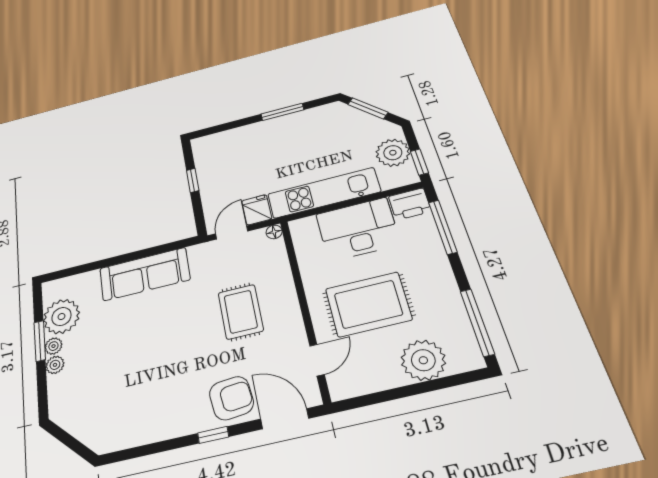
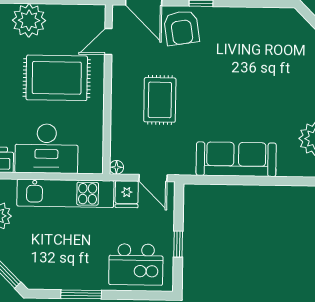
kitchen island: (232, 151) -> (136, 264), added
door: (232, 232) -> (153, 178), hinge flipped
armchair: (231, 398) -> (181, 28), turned -93

